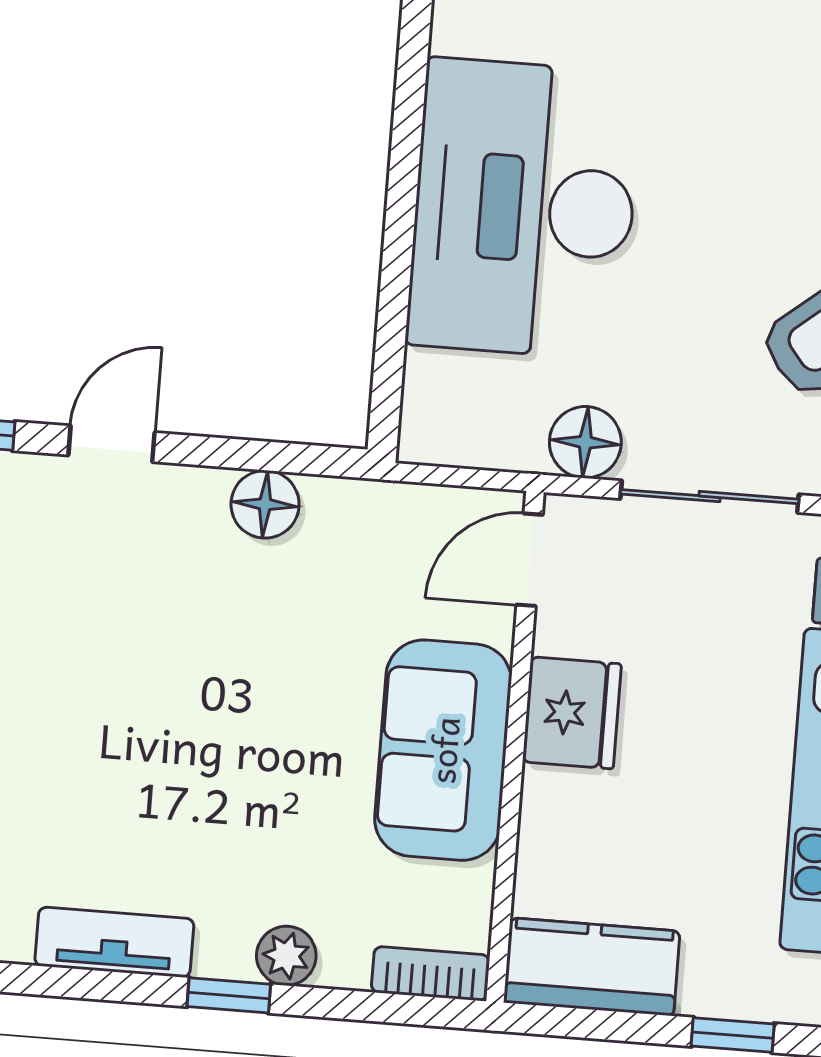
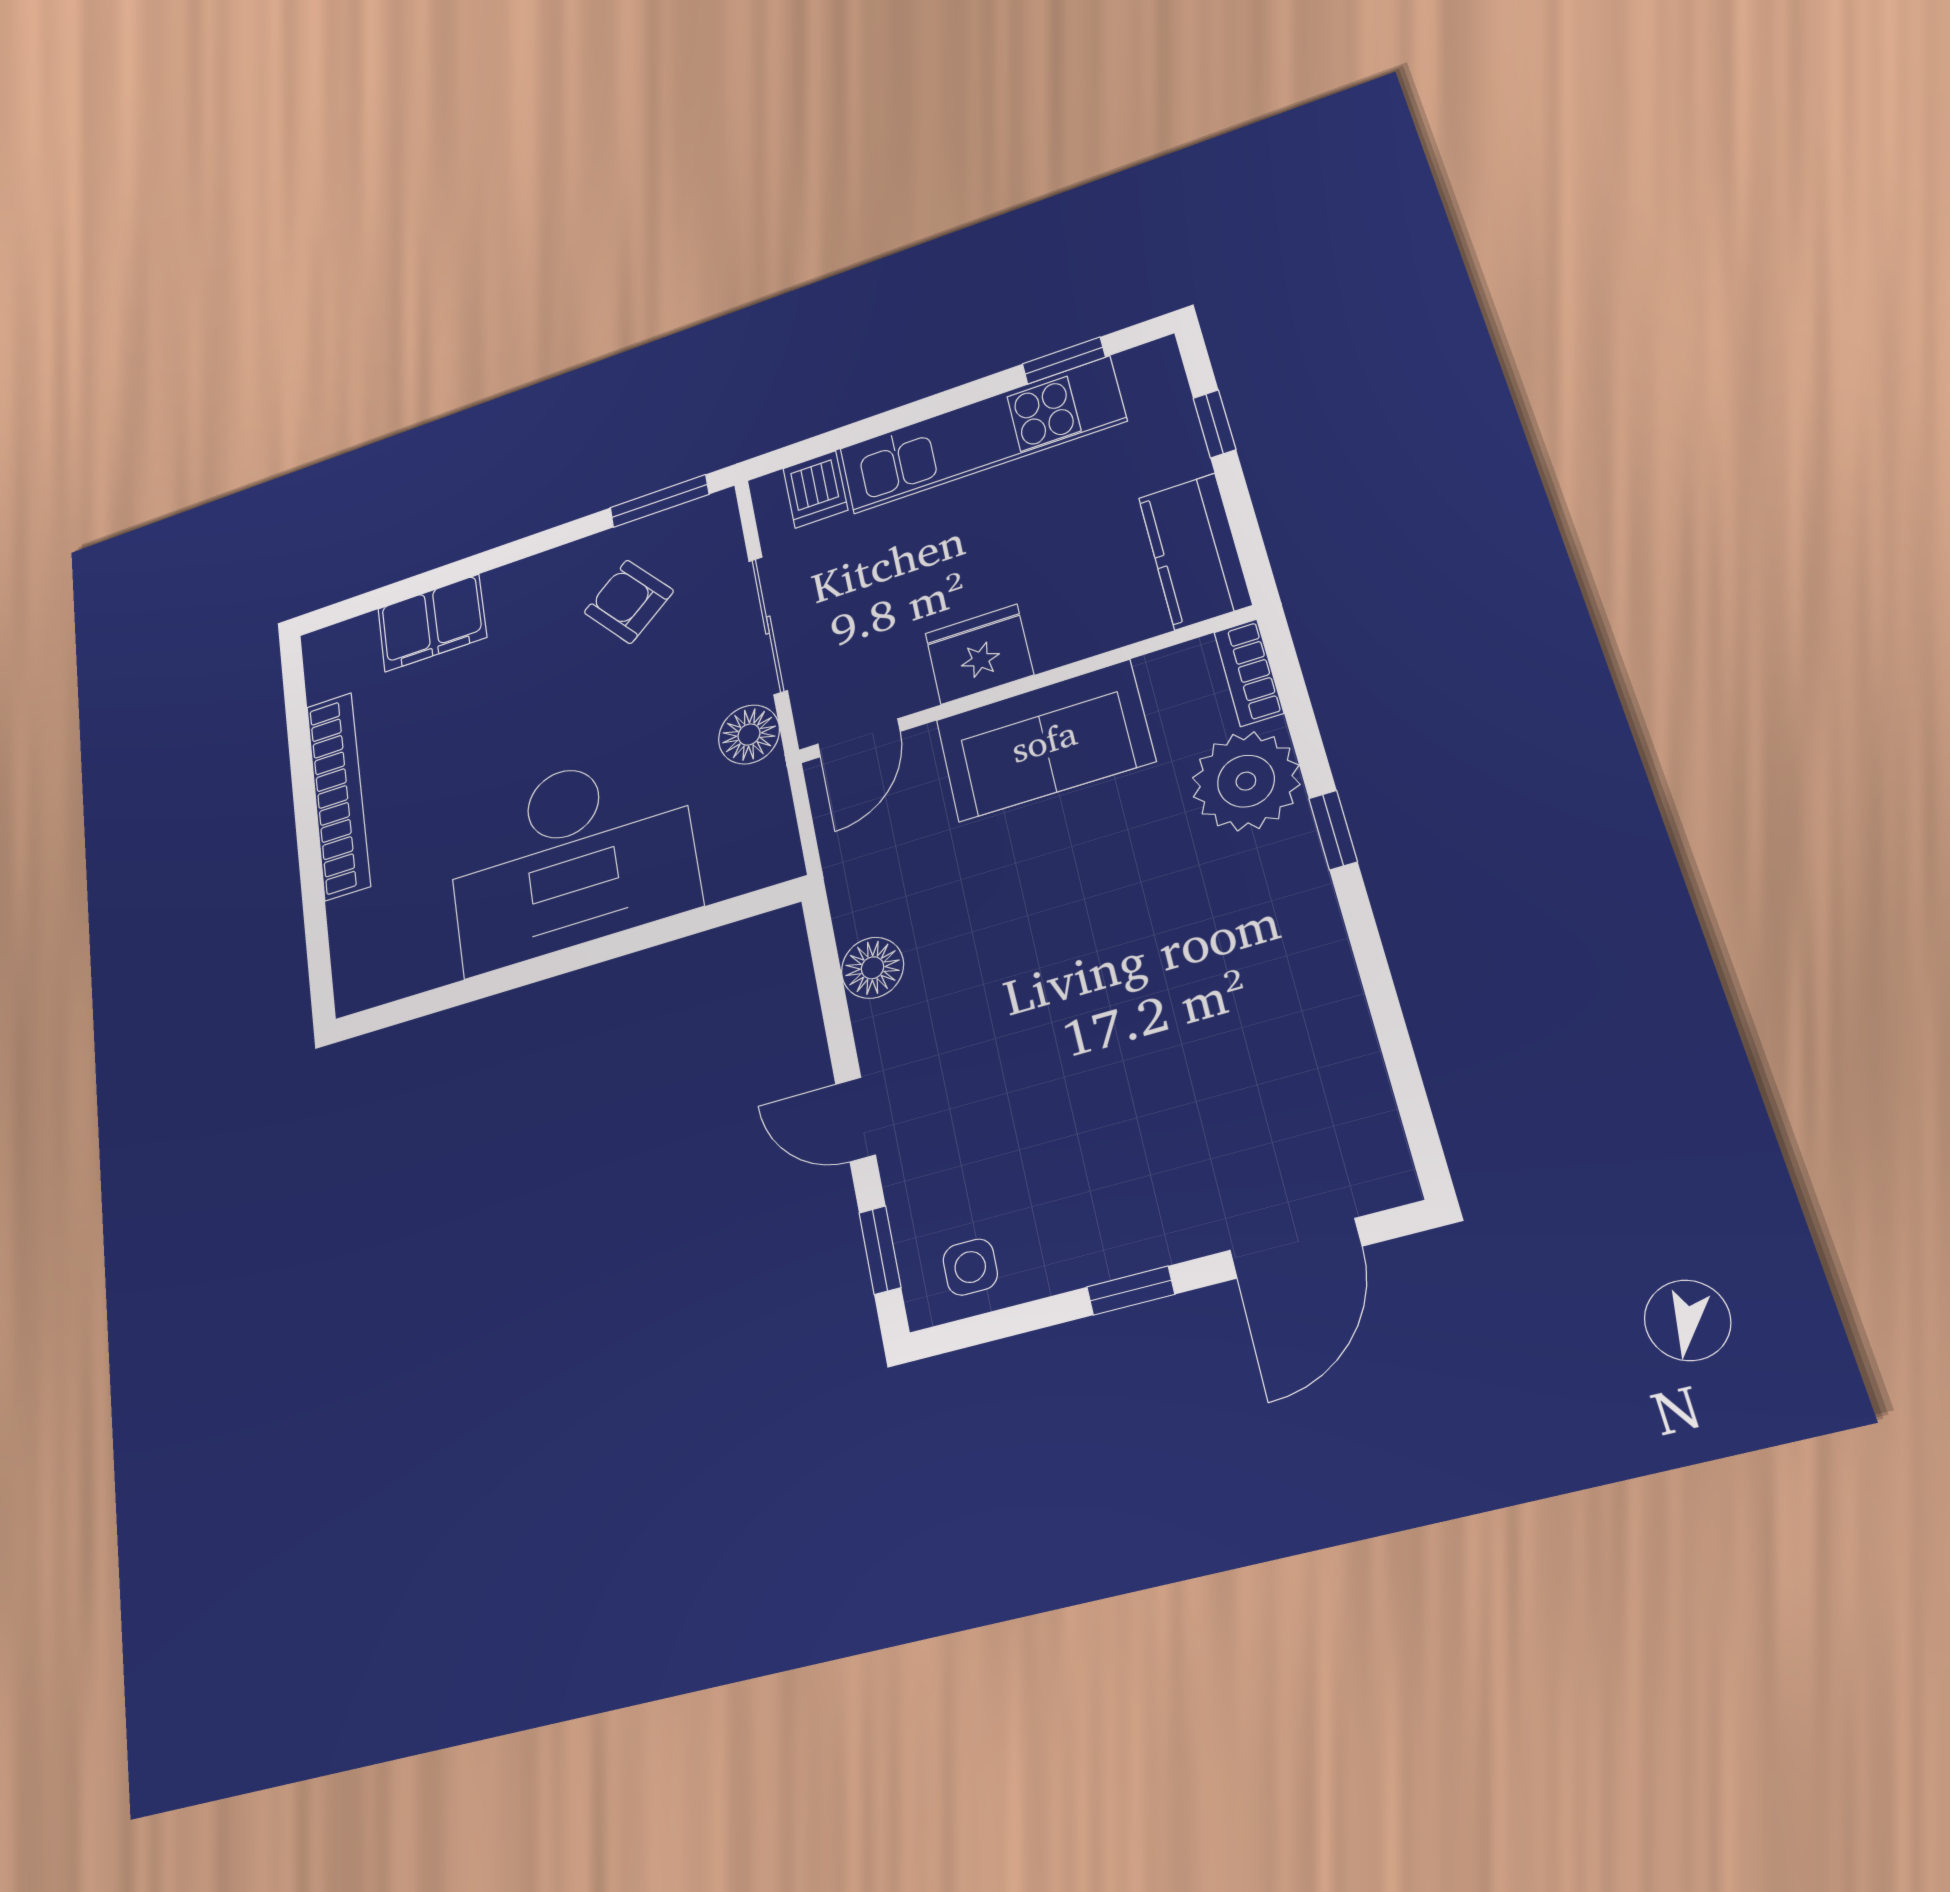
door: (530, 560) -> (859, 738), hinge flipped
tv unit: (114, 942) -> (1320, 948), removed
plant: (286, 956) -> (1246, 781), width x1.88, depth x1.88

